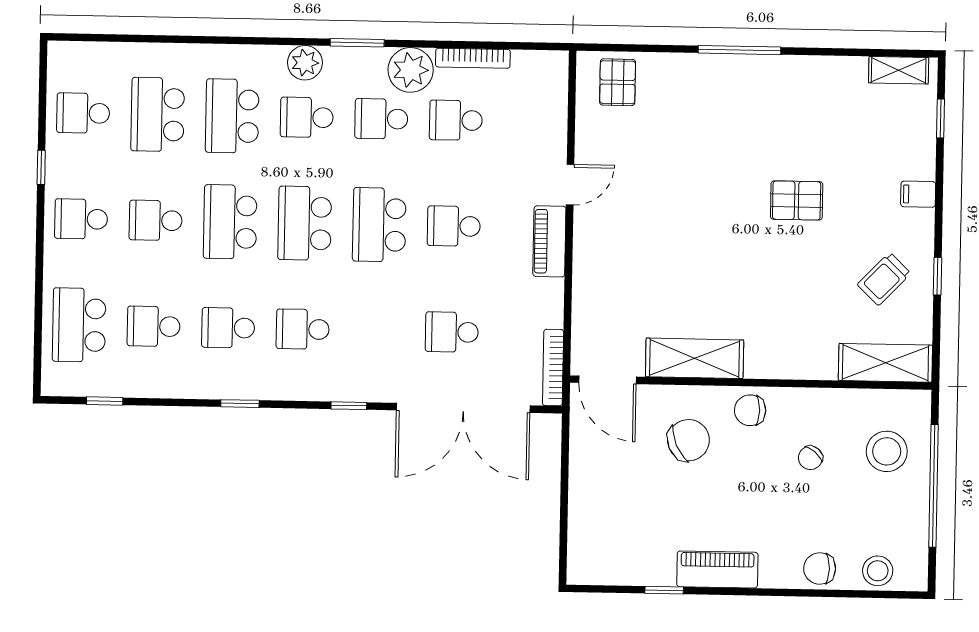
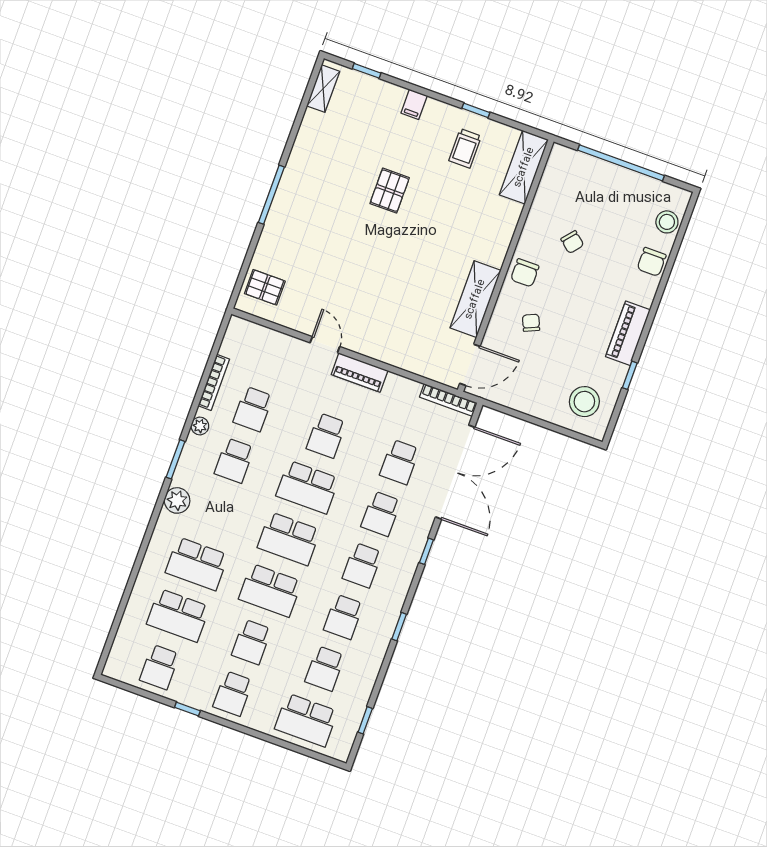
plant: (411, 70) -> (200, 426), width x0.53, depth x0.53
school desk: (307, 117) -> (381, 514), moved
trolley: (884, 279) -> (465, 148), turned 46
chair: (688, 440) -> (531, 323), width x0.54, depth x0.54
stool: (887, 451) -> (584, 402), moved

